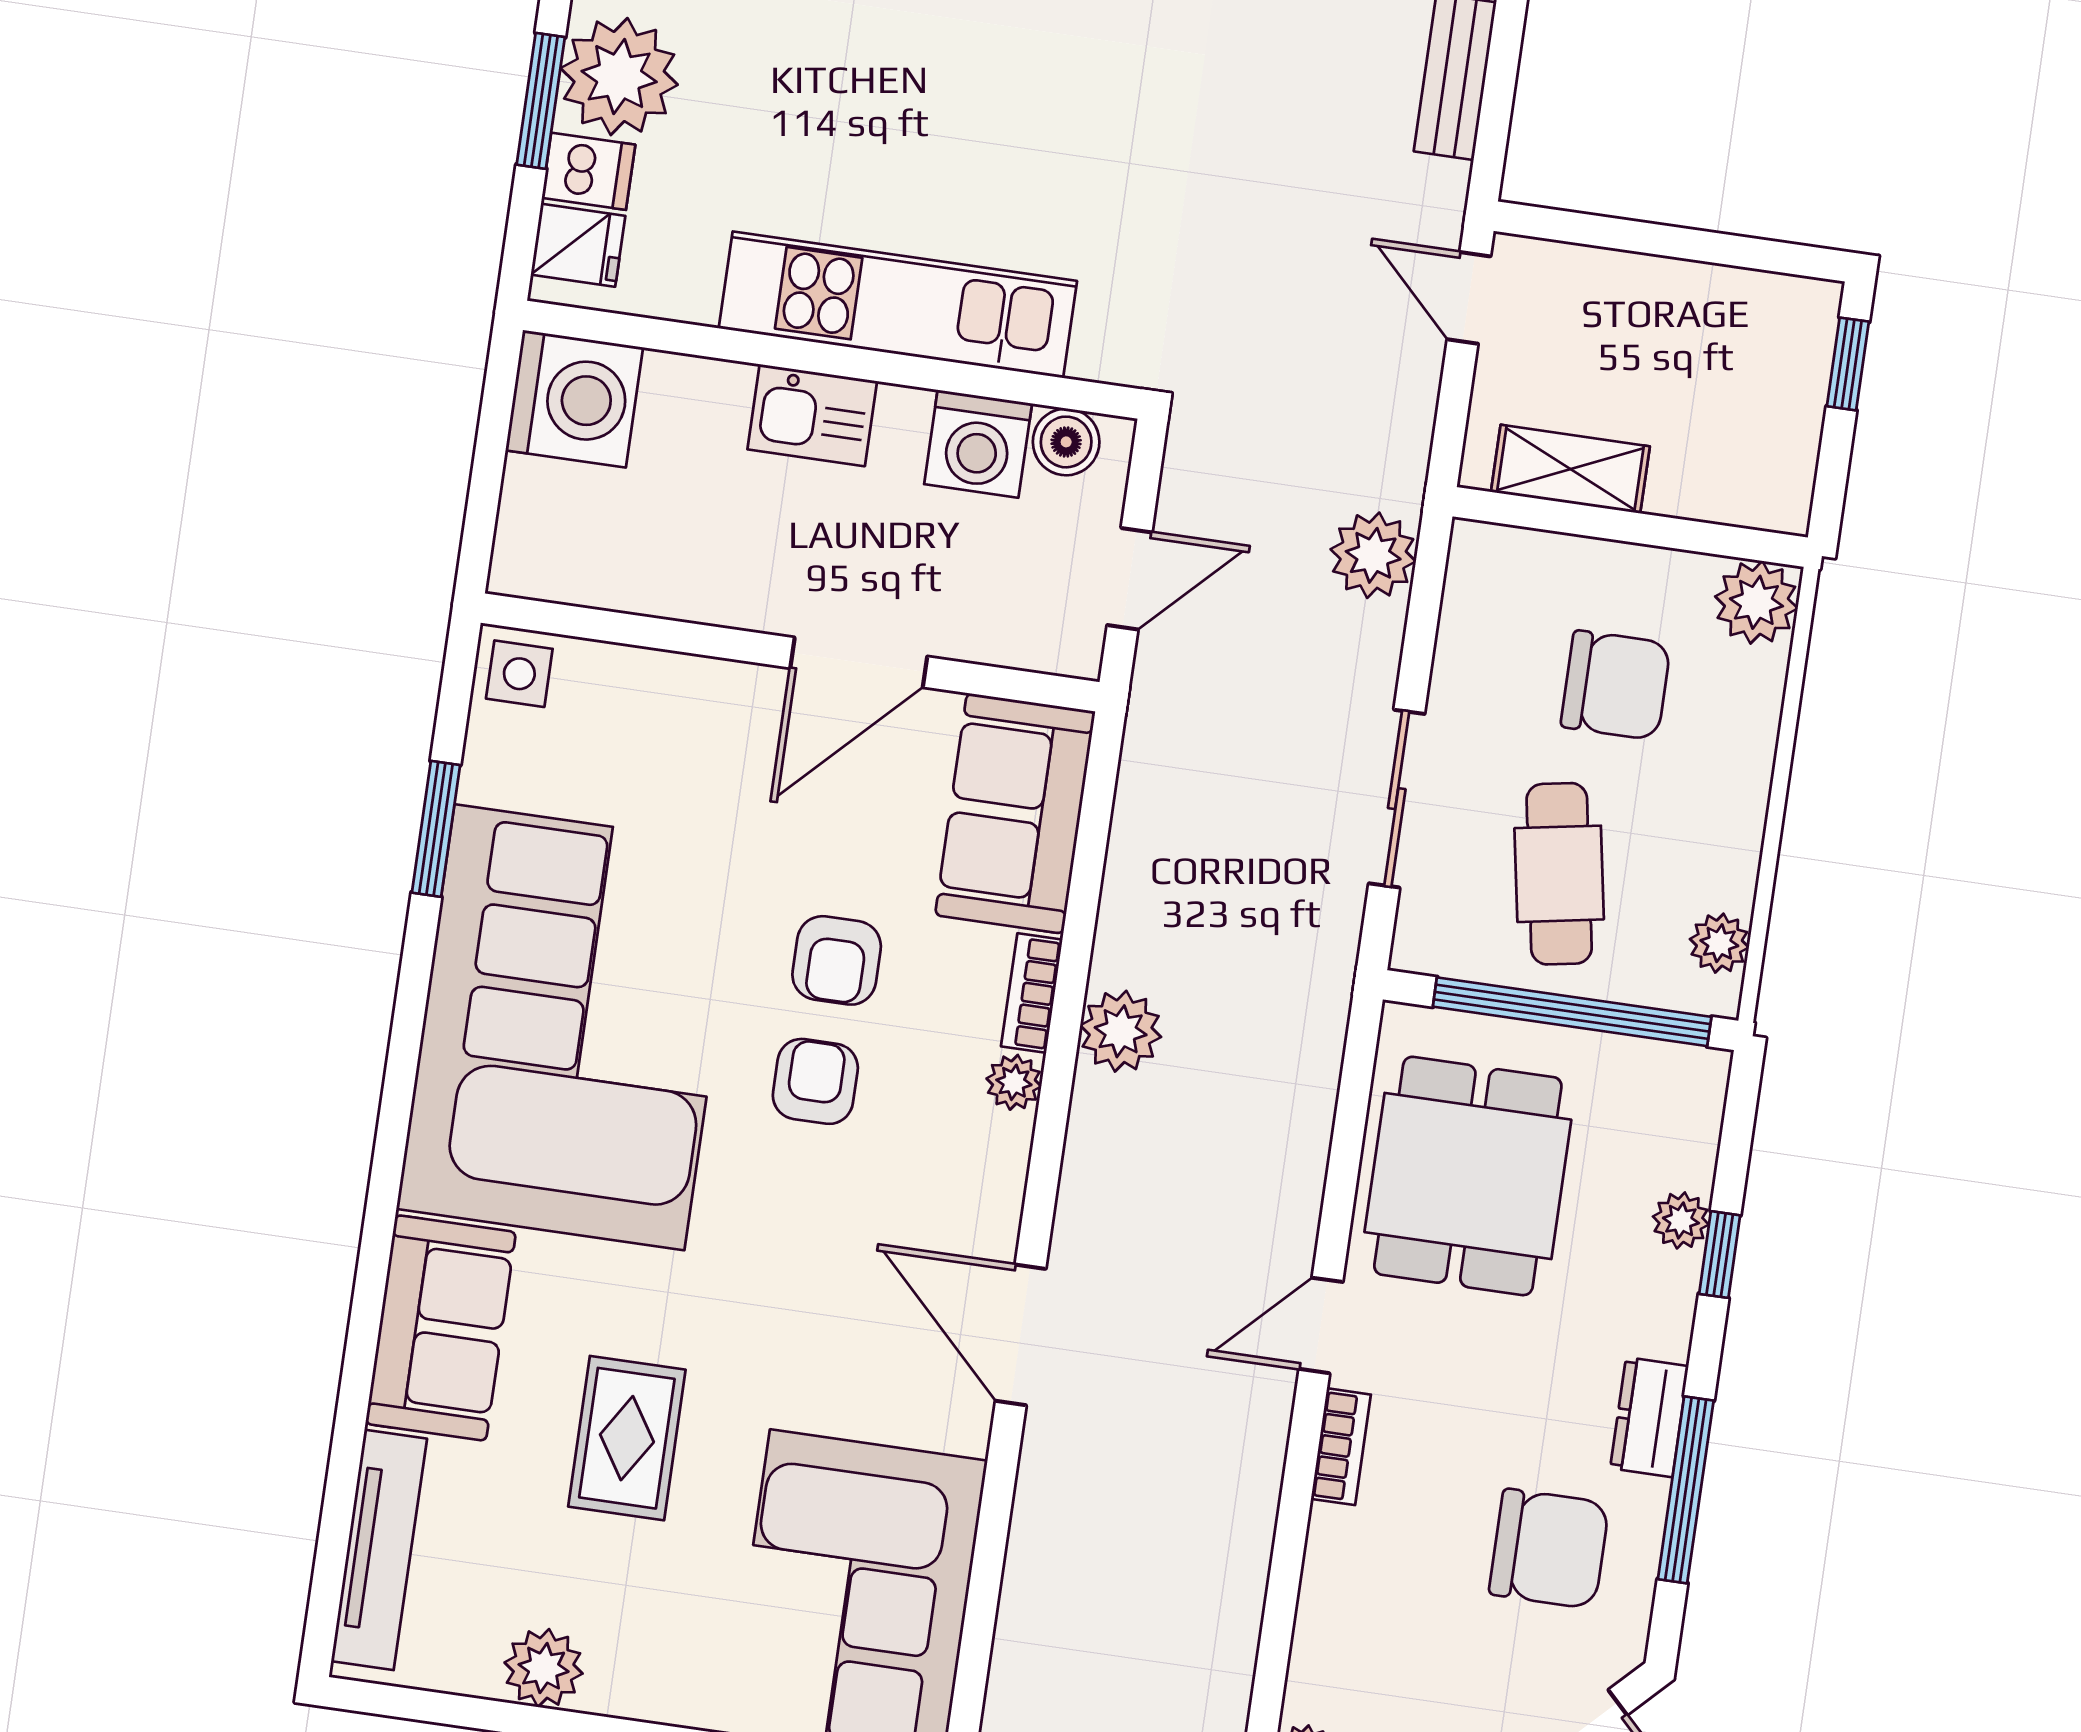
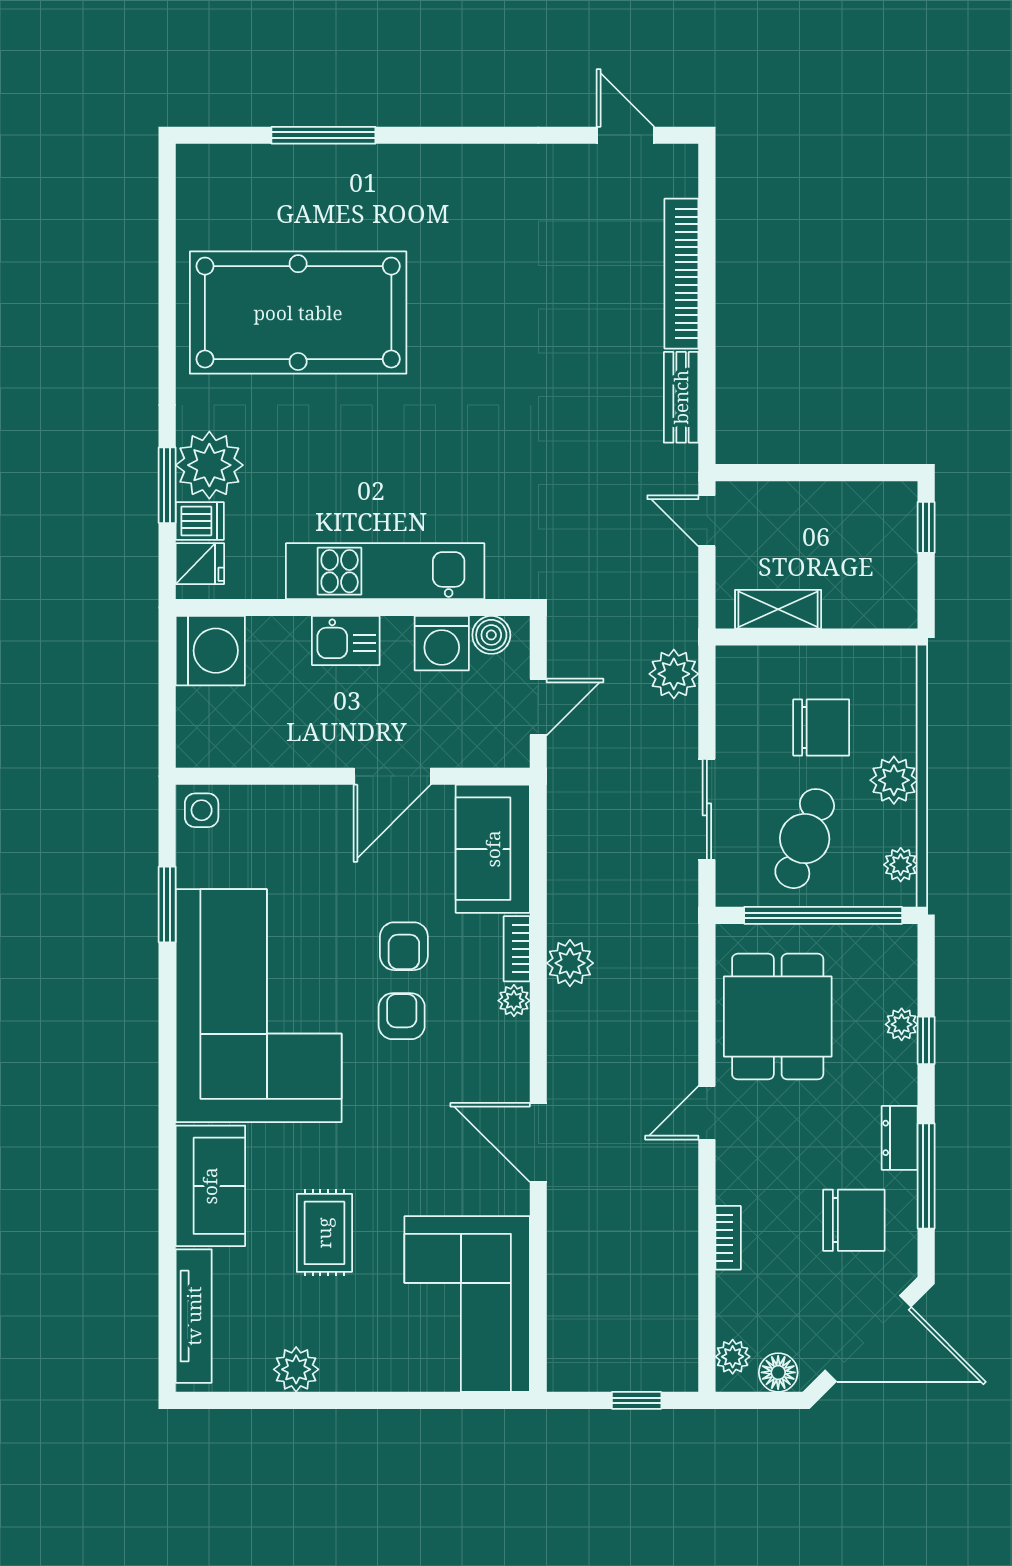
plant: (1756, 602) -> (894, 780), moved
cafe table: (1559, 874) -> (805, 839), turned 30
bookcase: (1341, 1447) -> (728, 1238), moved

